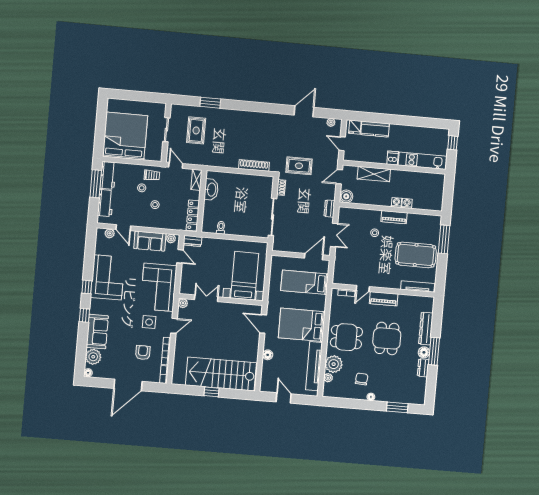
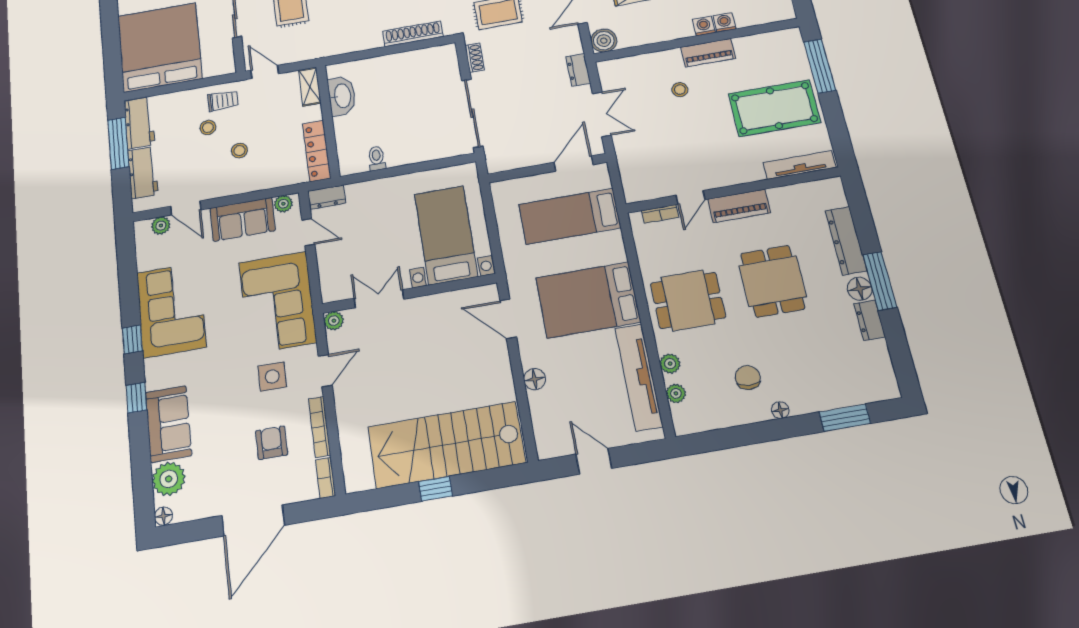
plant: (334, 364) -> (670, 364), width x0.53, depth x0.53

